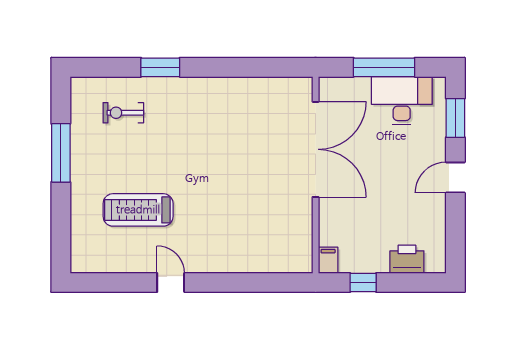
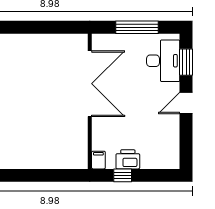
desk: (402, 100) -> (163, 61), moved, turned 90
printer: (407, 259) -> (128, 159), moved

